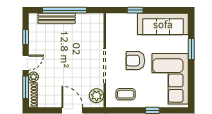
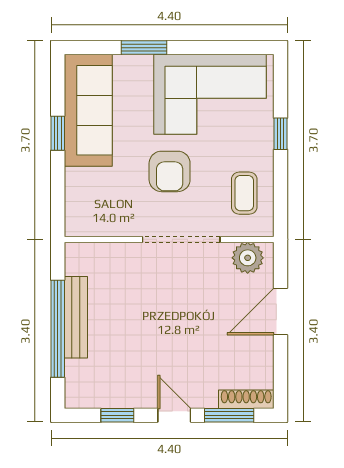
window: (135, 10) -> (58, 133), moved
bench: (57, 18) -> (76, 317), moved
plant: (33, 77) -> (206, 398), removed

